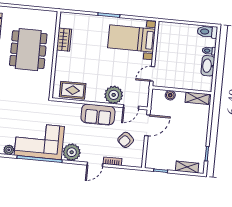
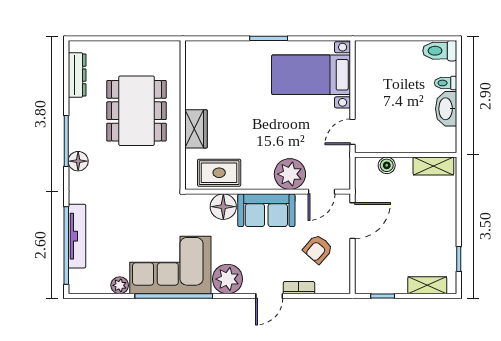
wardrobe: (64, 40) -> (196, 129), moved
floor lamp: (73, 110) -> (223, 207), added

